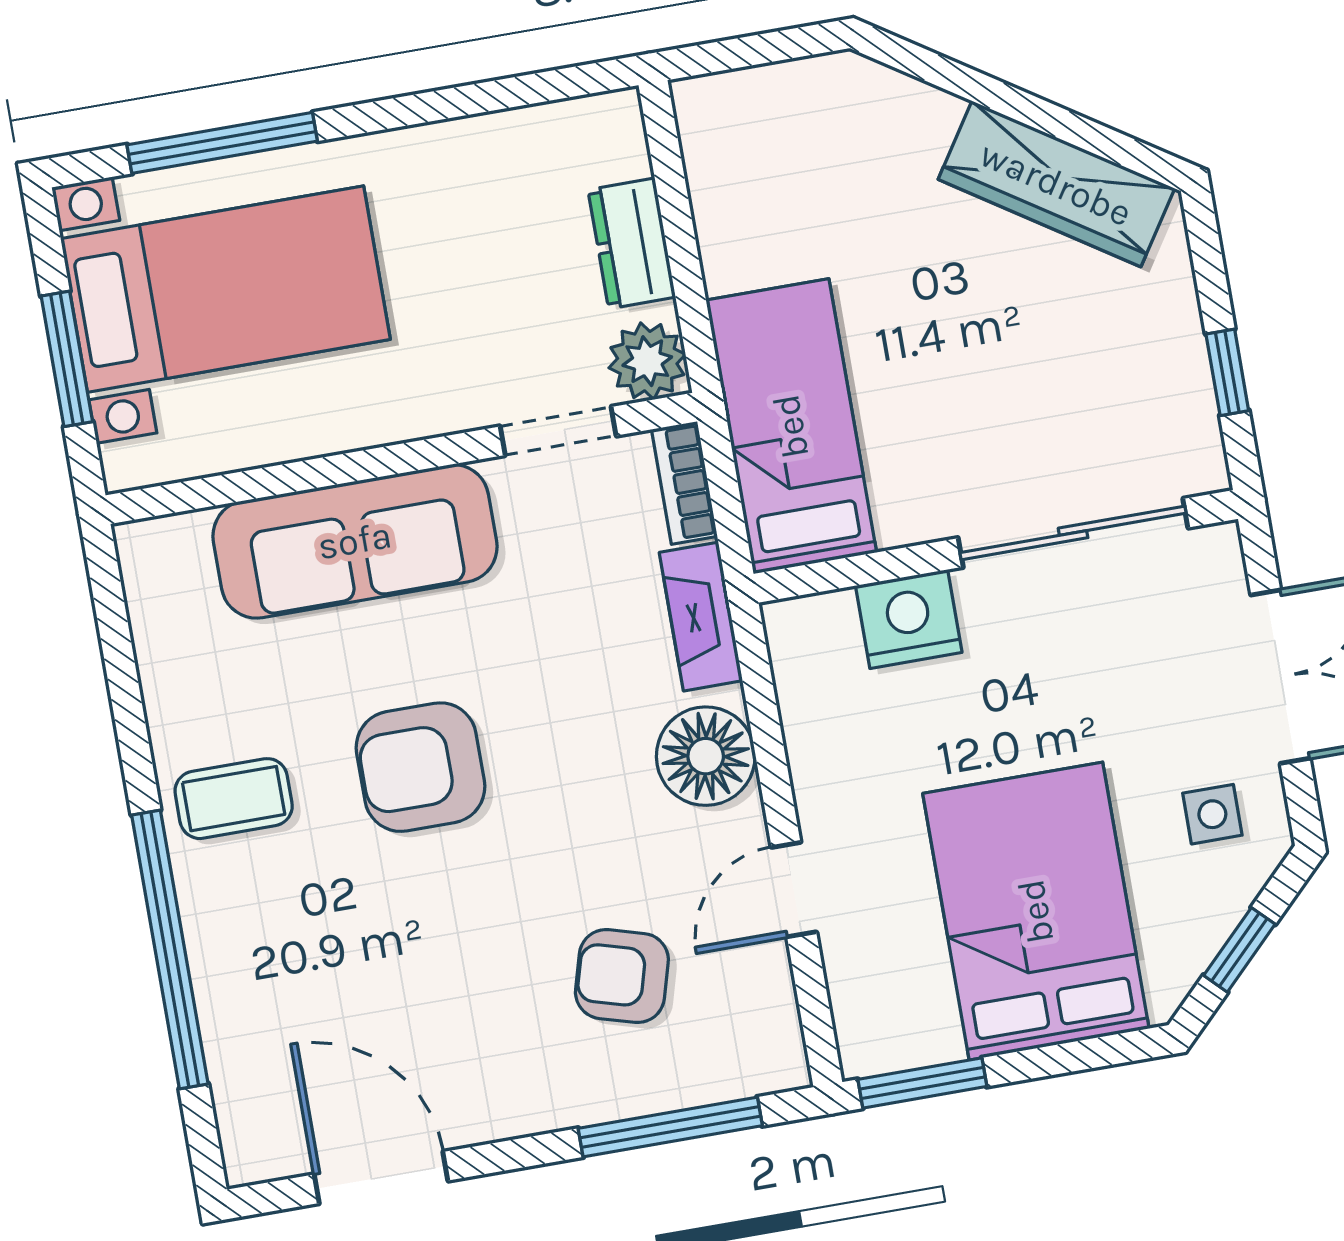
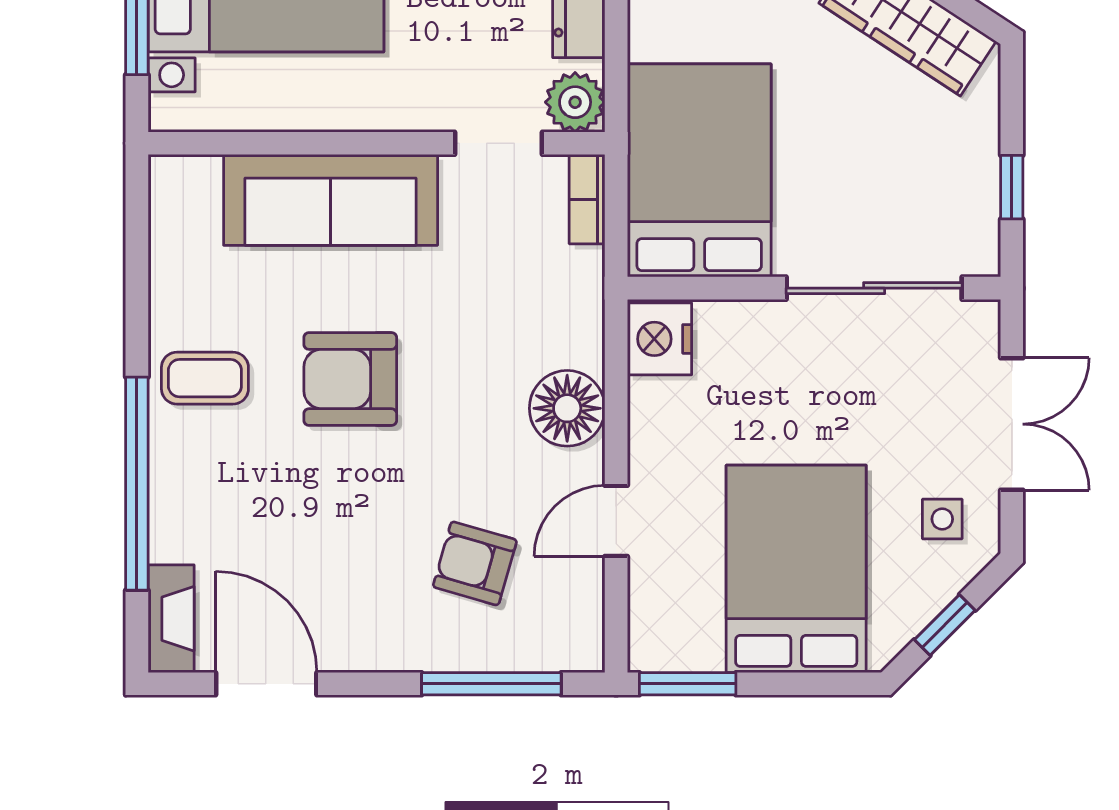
bed: (791, 426) -> (699, 170), width x1.50
fireplace: (701, 617) -> (171, 619), moved, turned 180
nightstand: (909, 619) -> (660, 339), moved, turned -90

